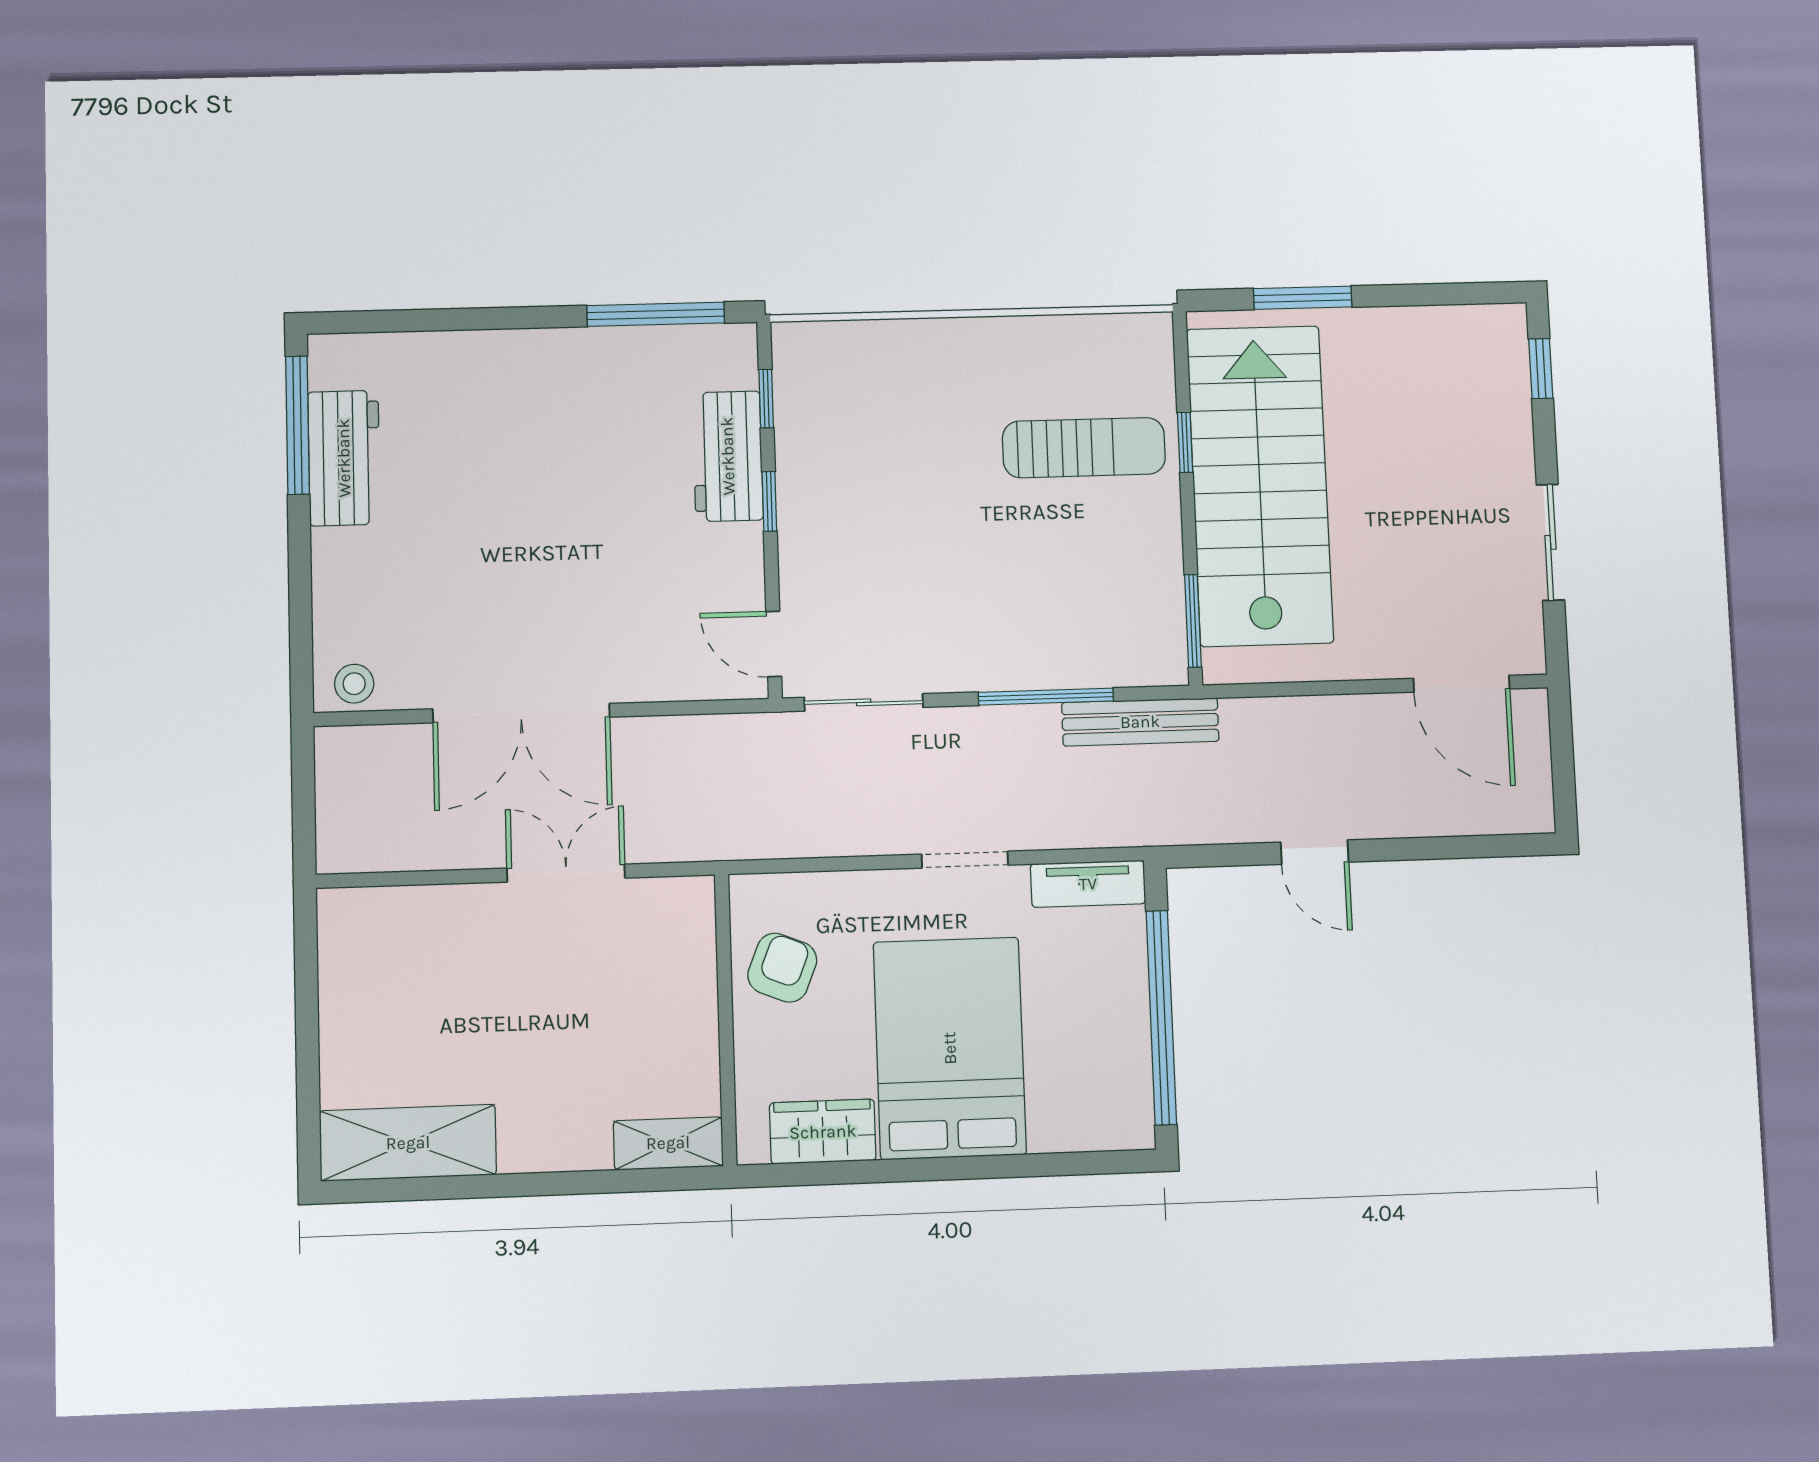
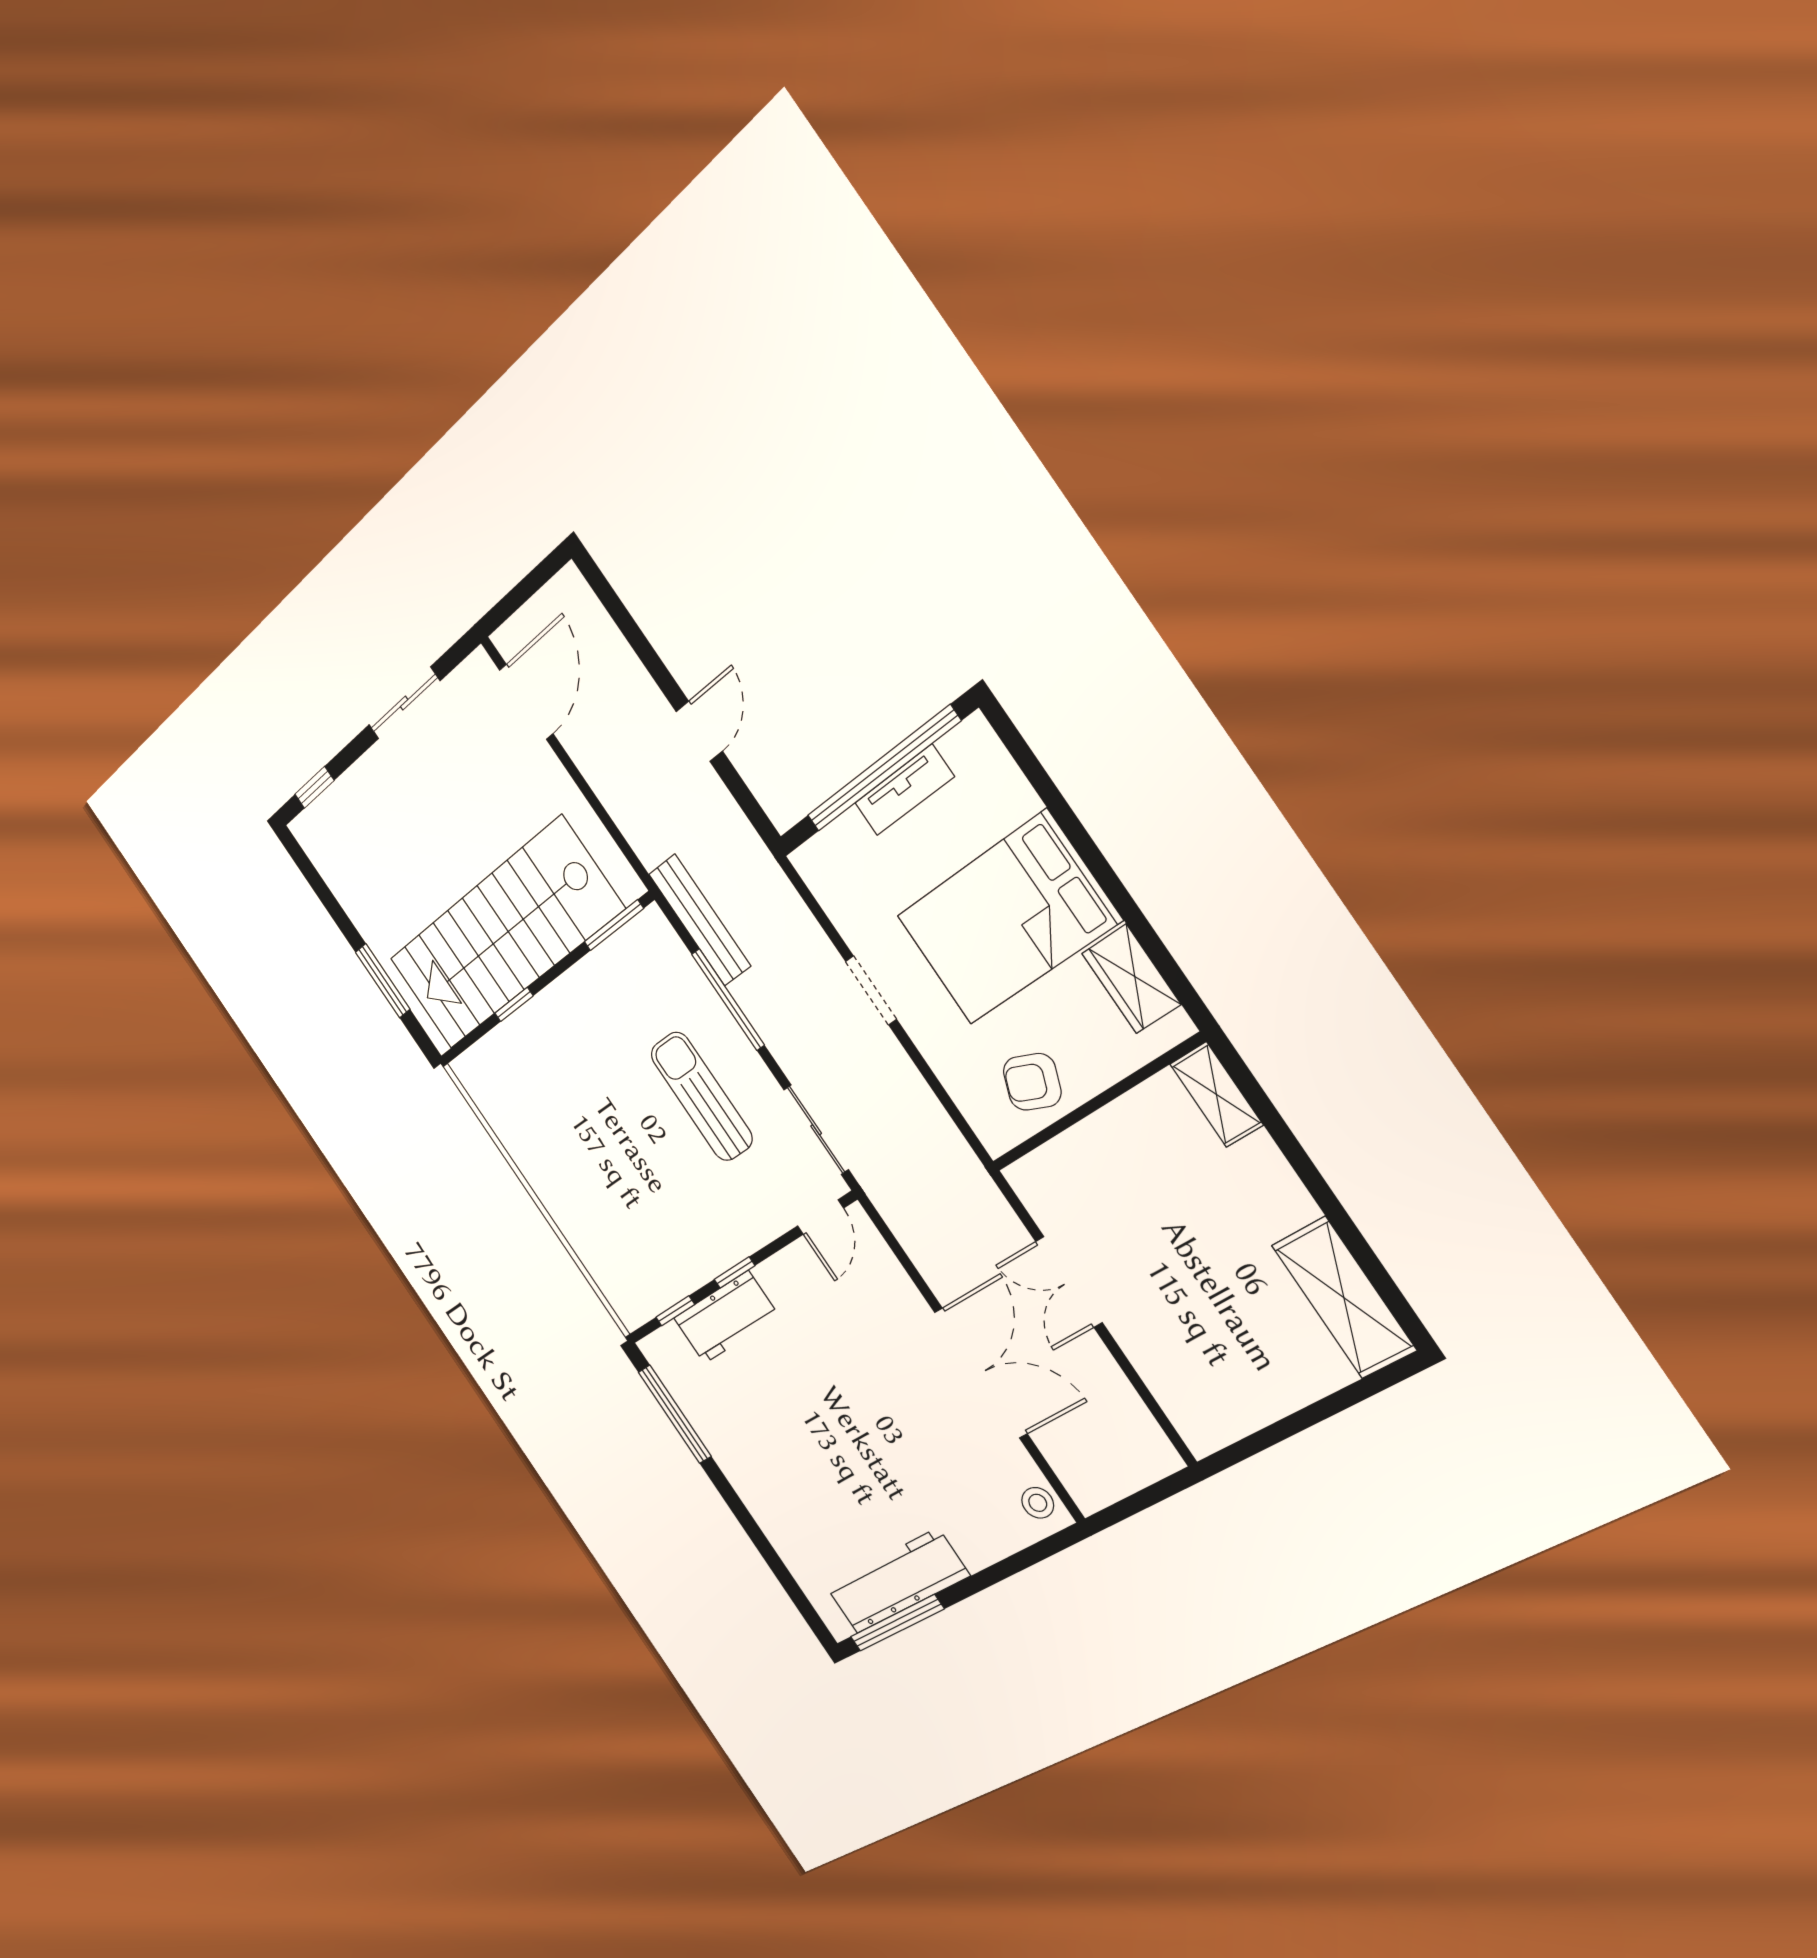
sun lounger: (1084, 448) -> (702, 1096), moved
workbench: (344, 458) -> (897, 1581), width x1.38
tv unit: (1088, 884) -> (904, 790), moved, turned 90

